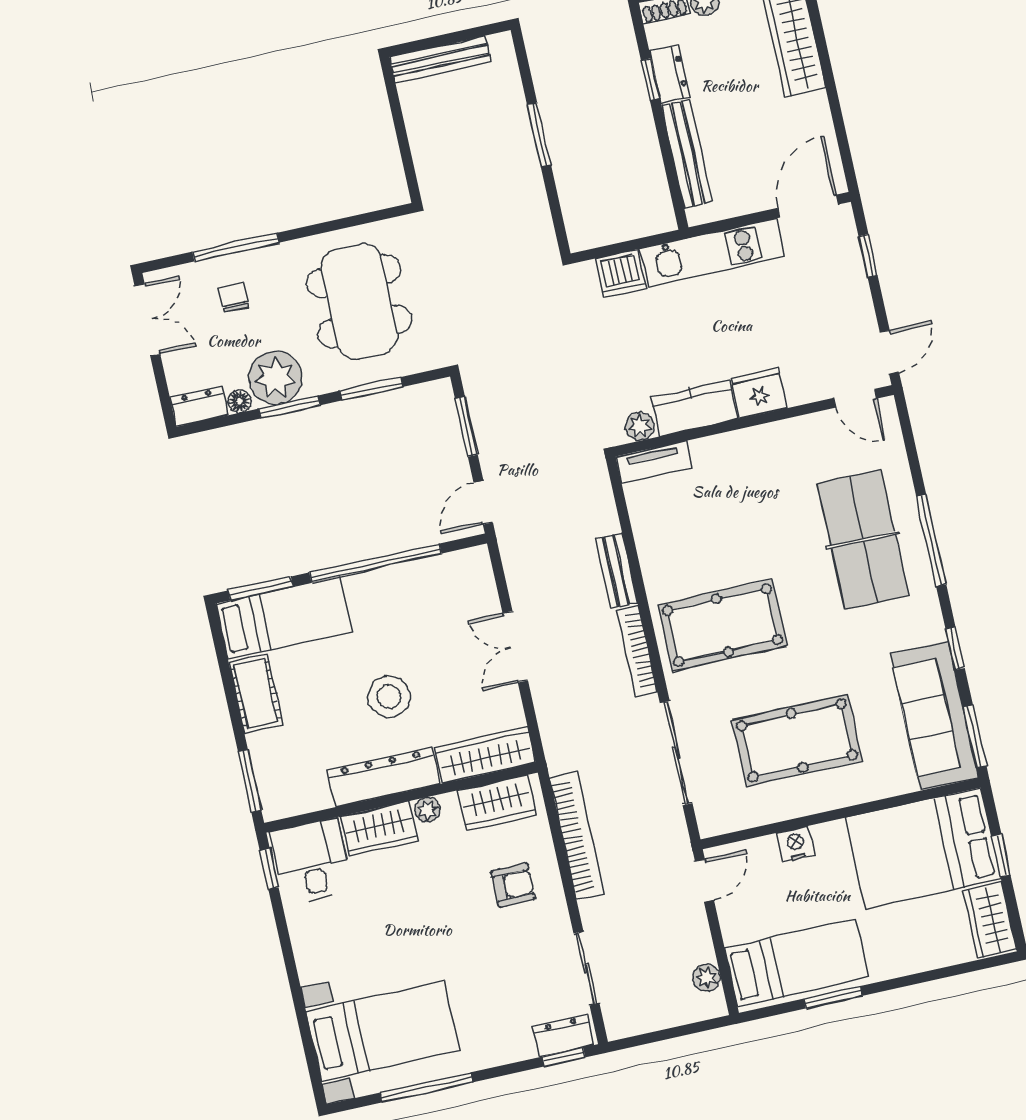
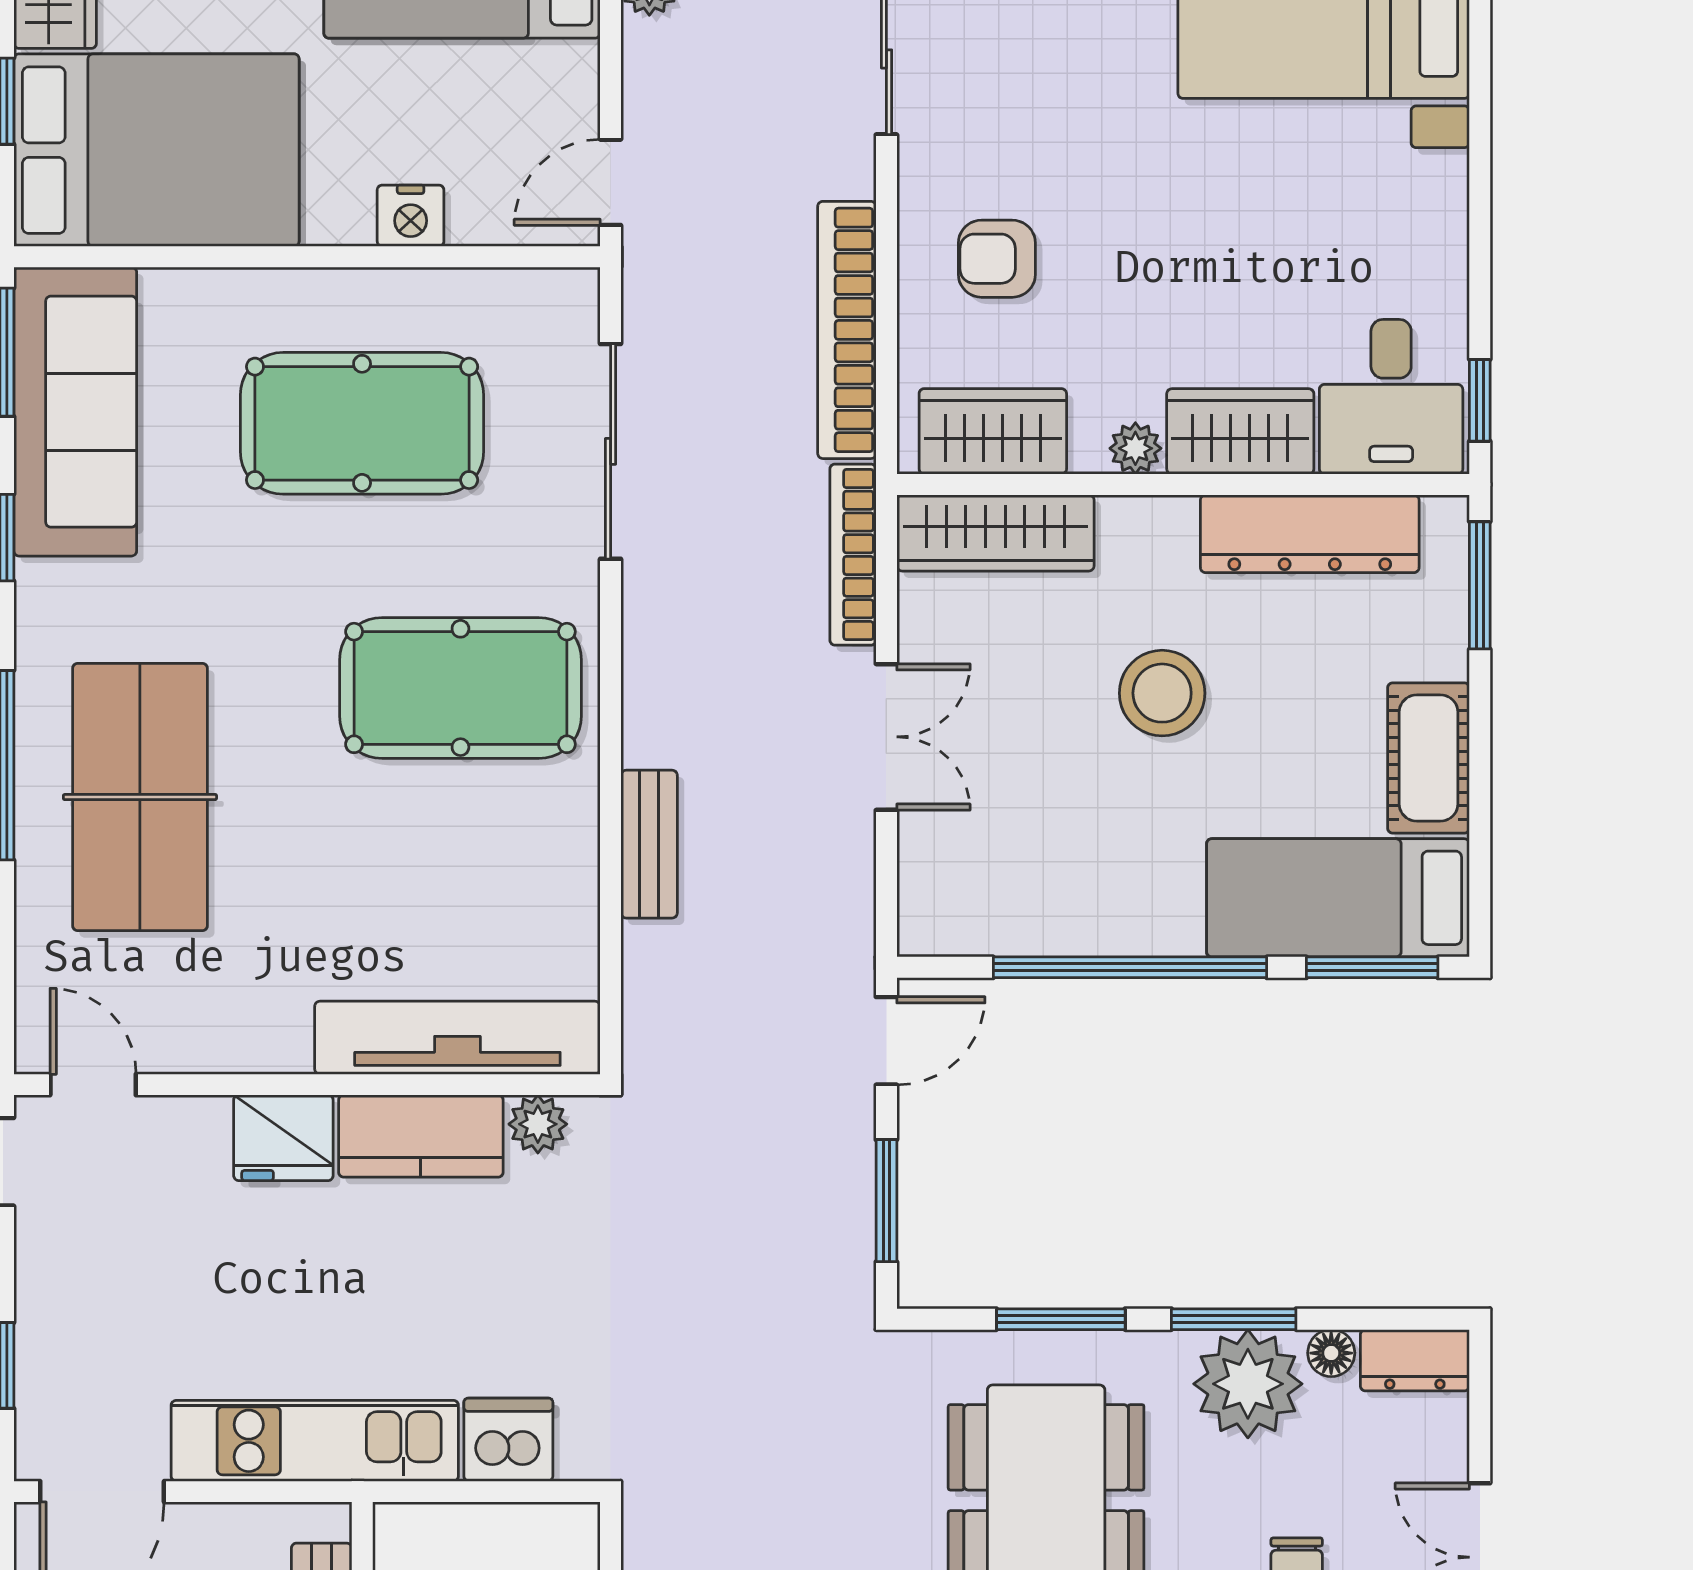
tv unit: (654, 462) -> (457, 1038), width x1.92, depth x1.29
bookcase: (637, 651) -> (853, 555), moved, turned 180
dresser: (384, 777) -> (1310, 534), moved

